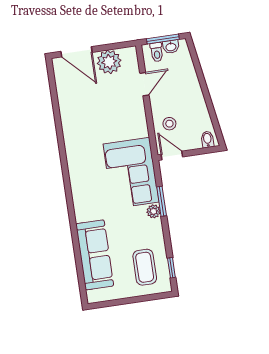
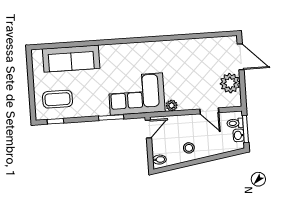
door: (76, 52) -> (241, 57), swing flipped
stool: (169, 124) -> (189, 148), moved
plant: (154, 211) -> (172, 106), moved

